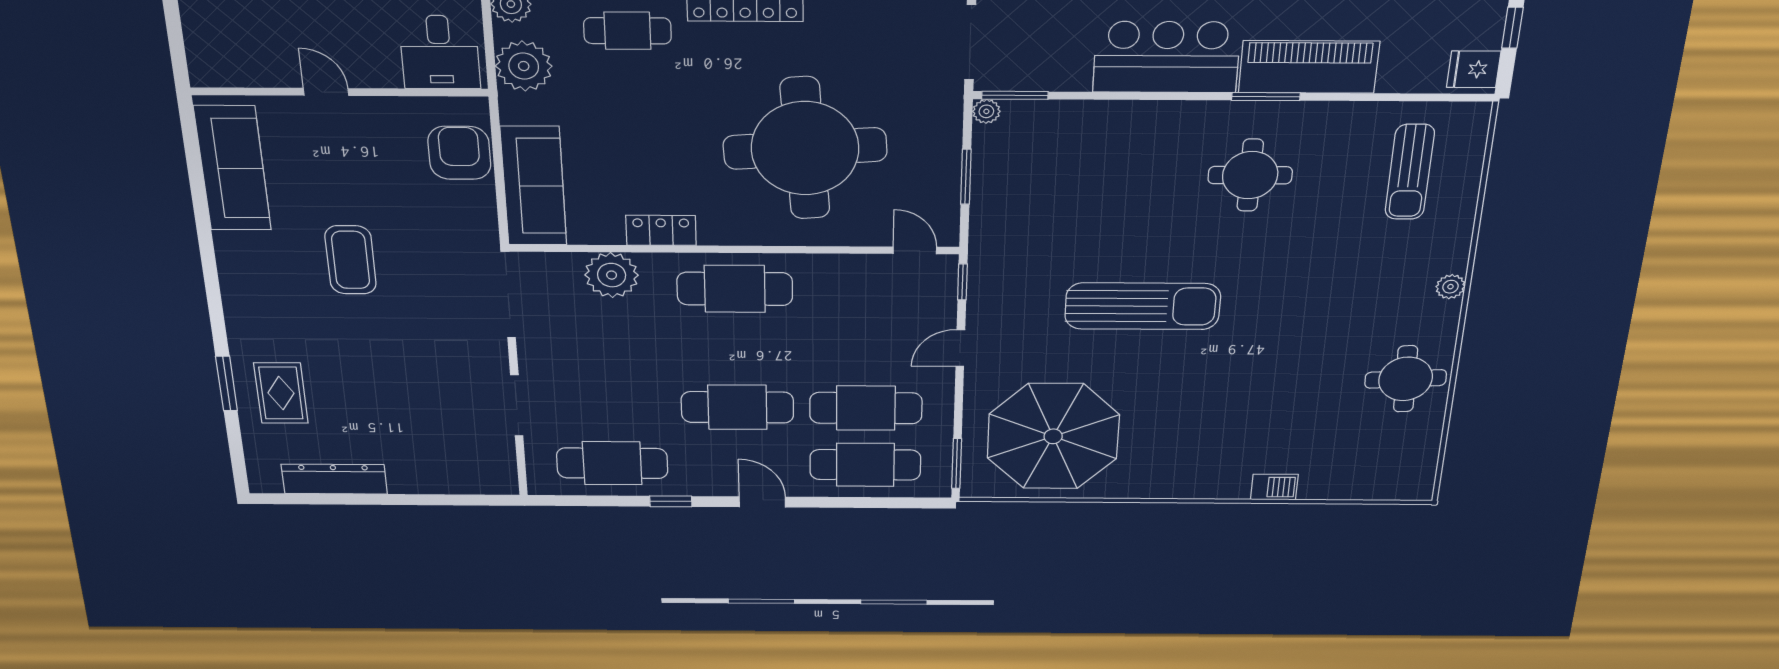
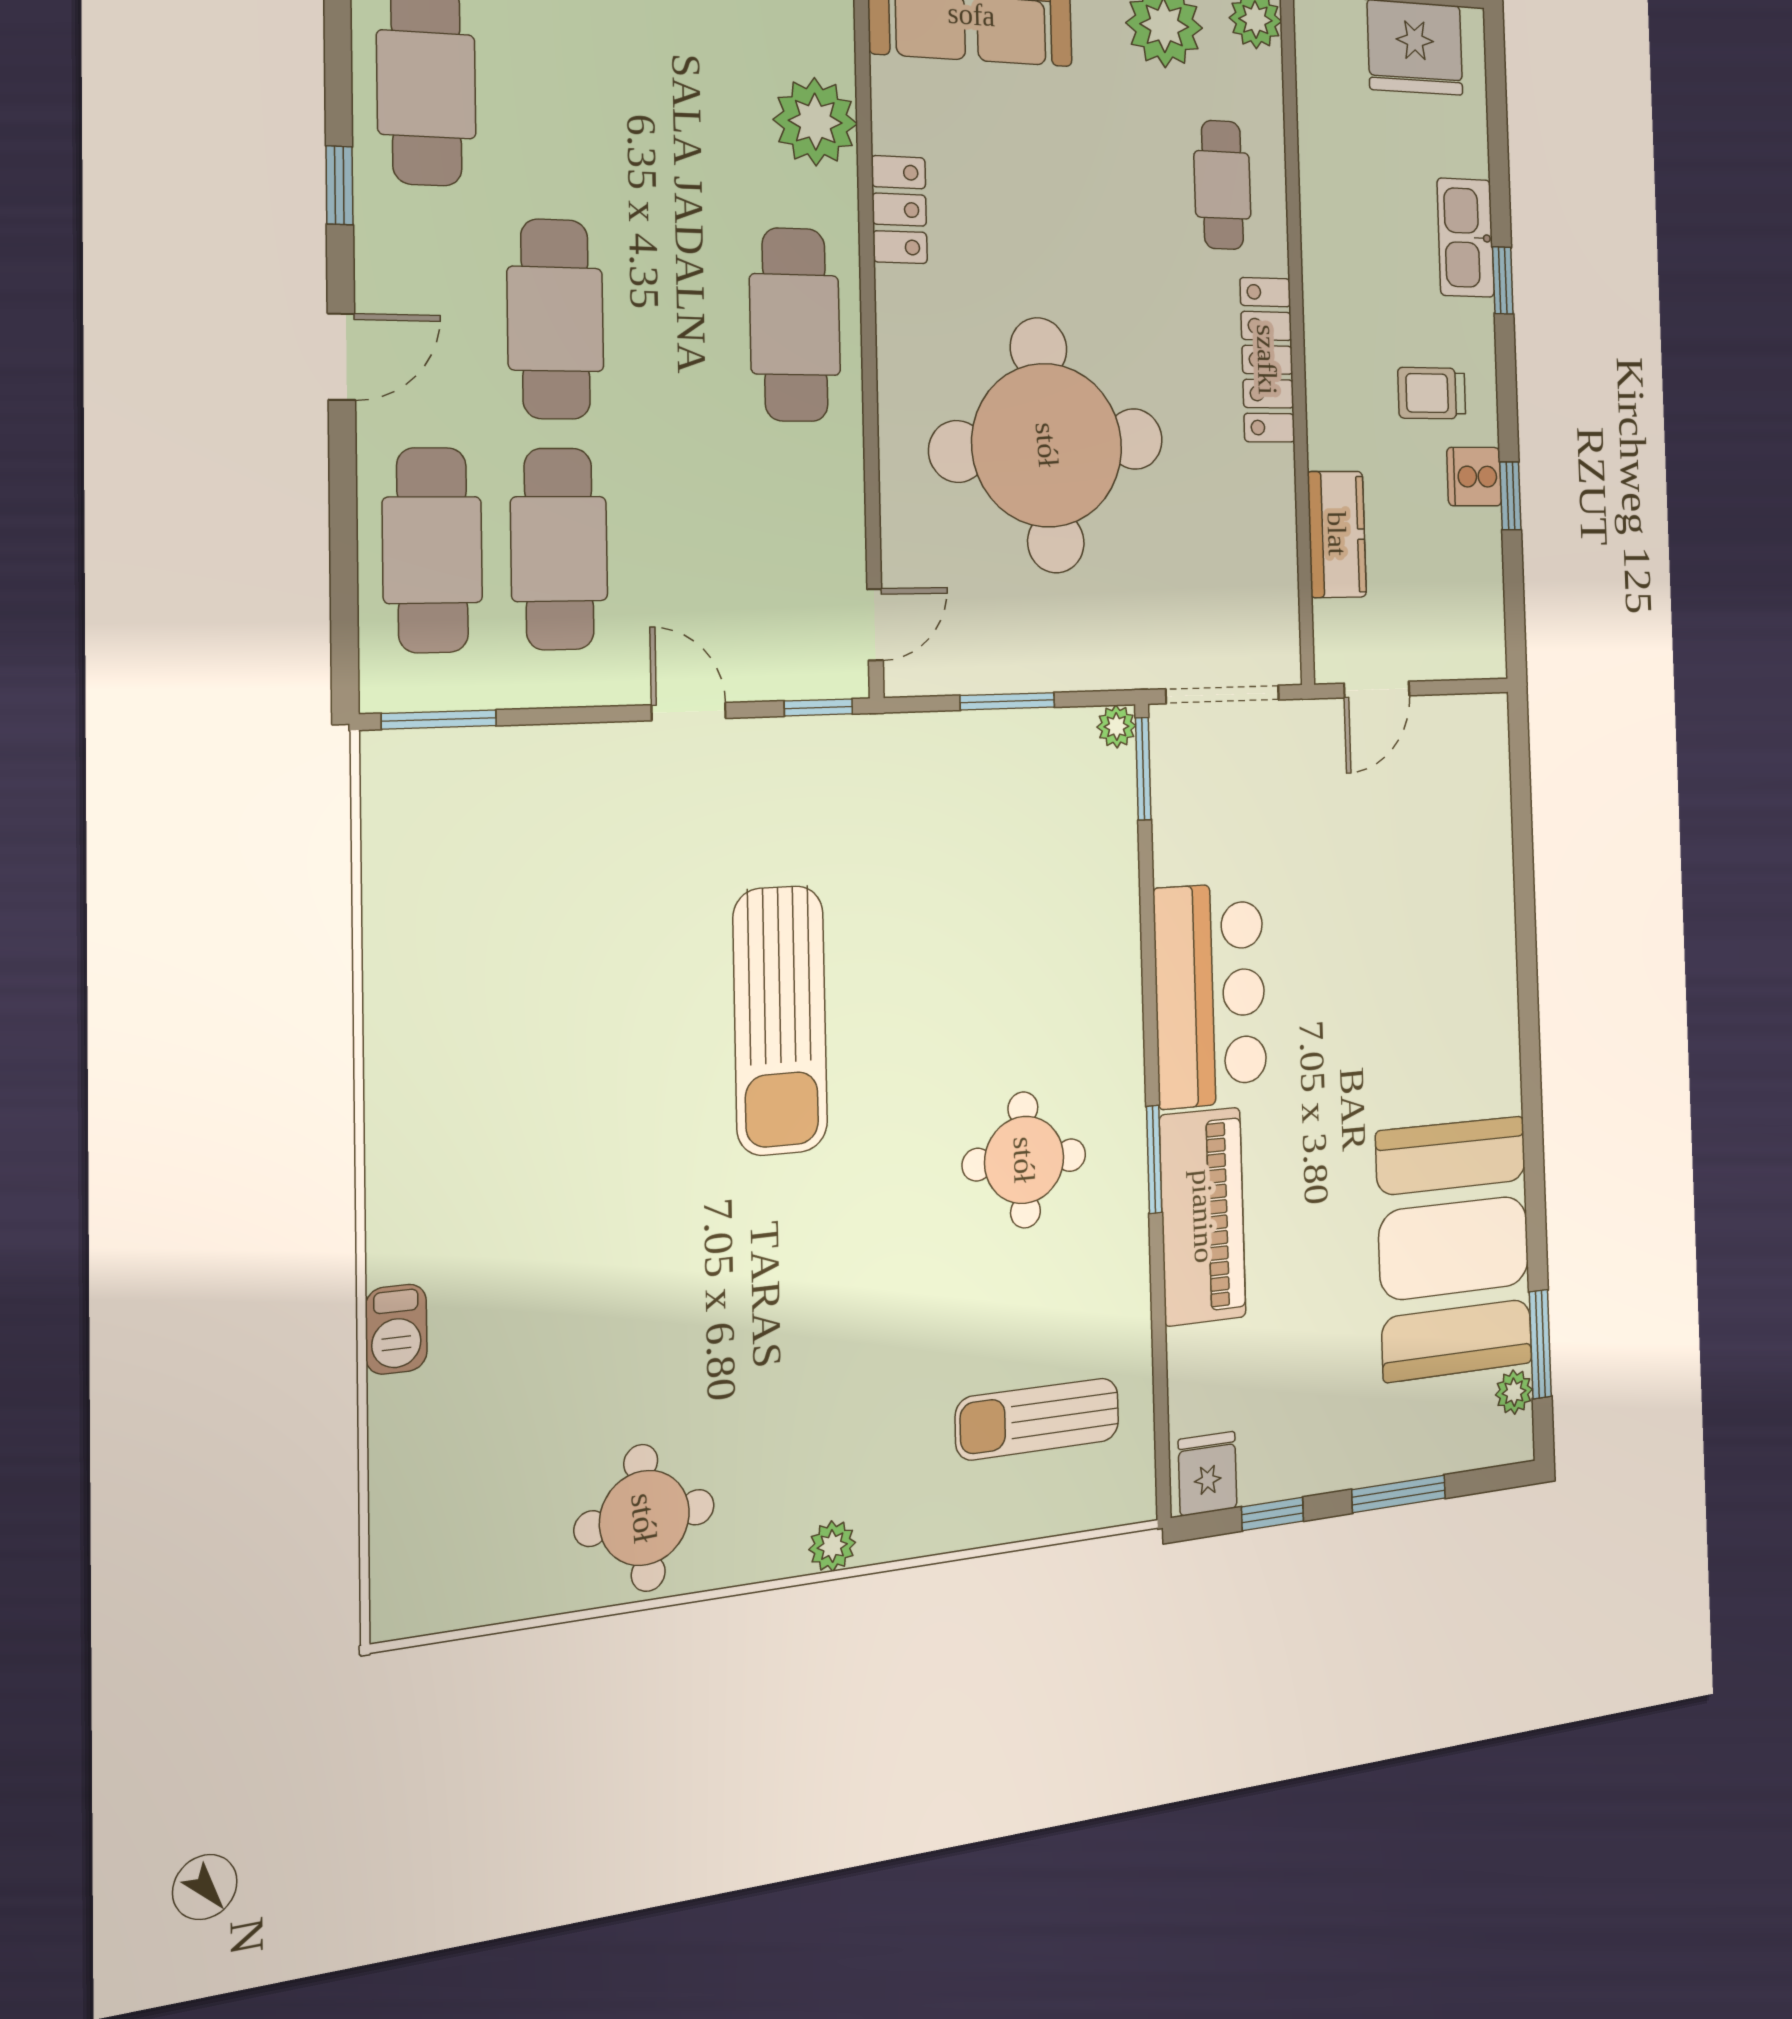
parasol: (1053, 436) -> (505, 894), removed

